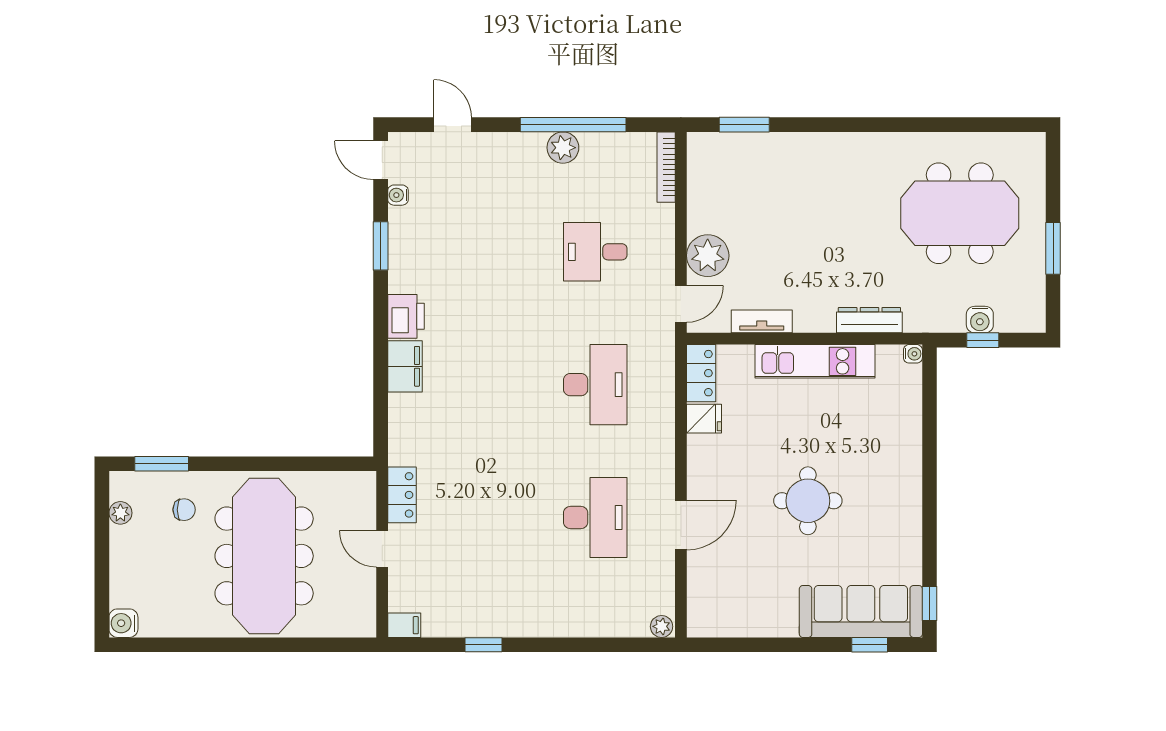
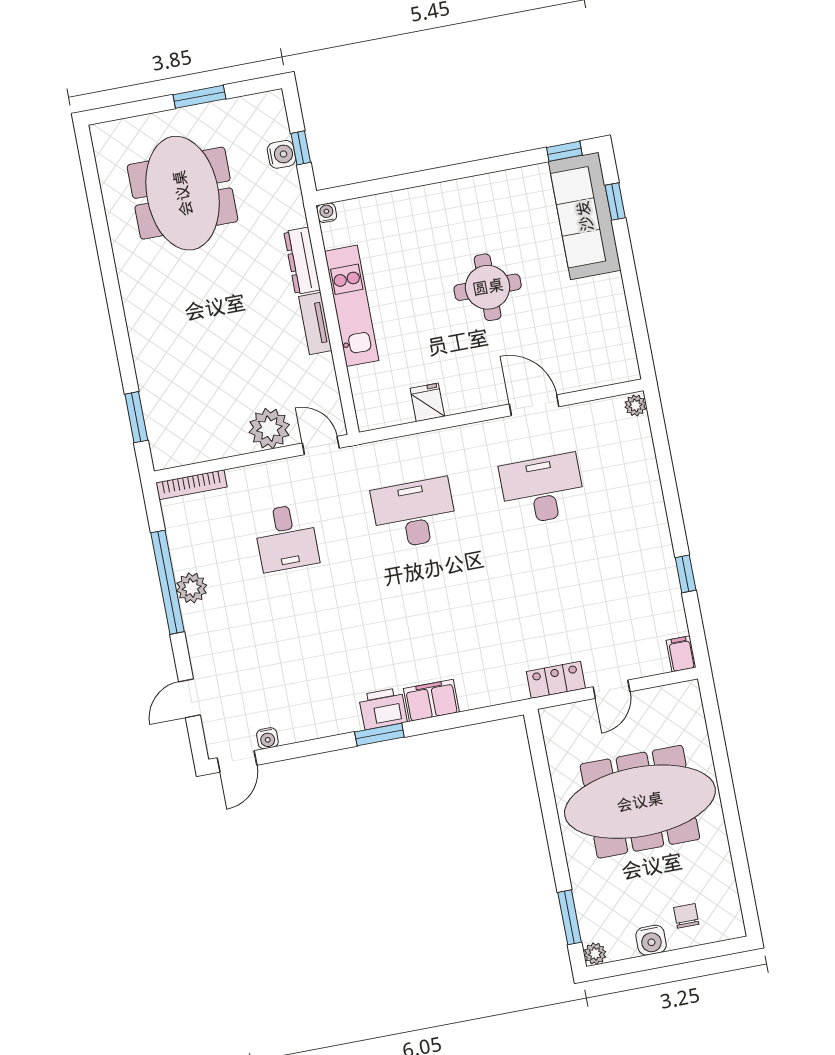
window: (381, 246) -> (379, 734), moved
tv unit: (762, 321) -> (315, 324), moved
locker: (701, 373) -> (384, 413), removed
chair: (184, 510) -> (686, 916), moved
plant: (120, 513) -> (595, 954), moved
water cooler: (123, 623) -> (651, 940), moved

